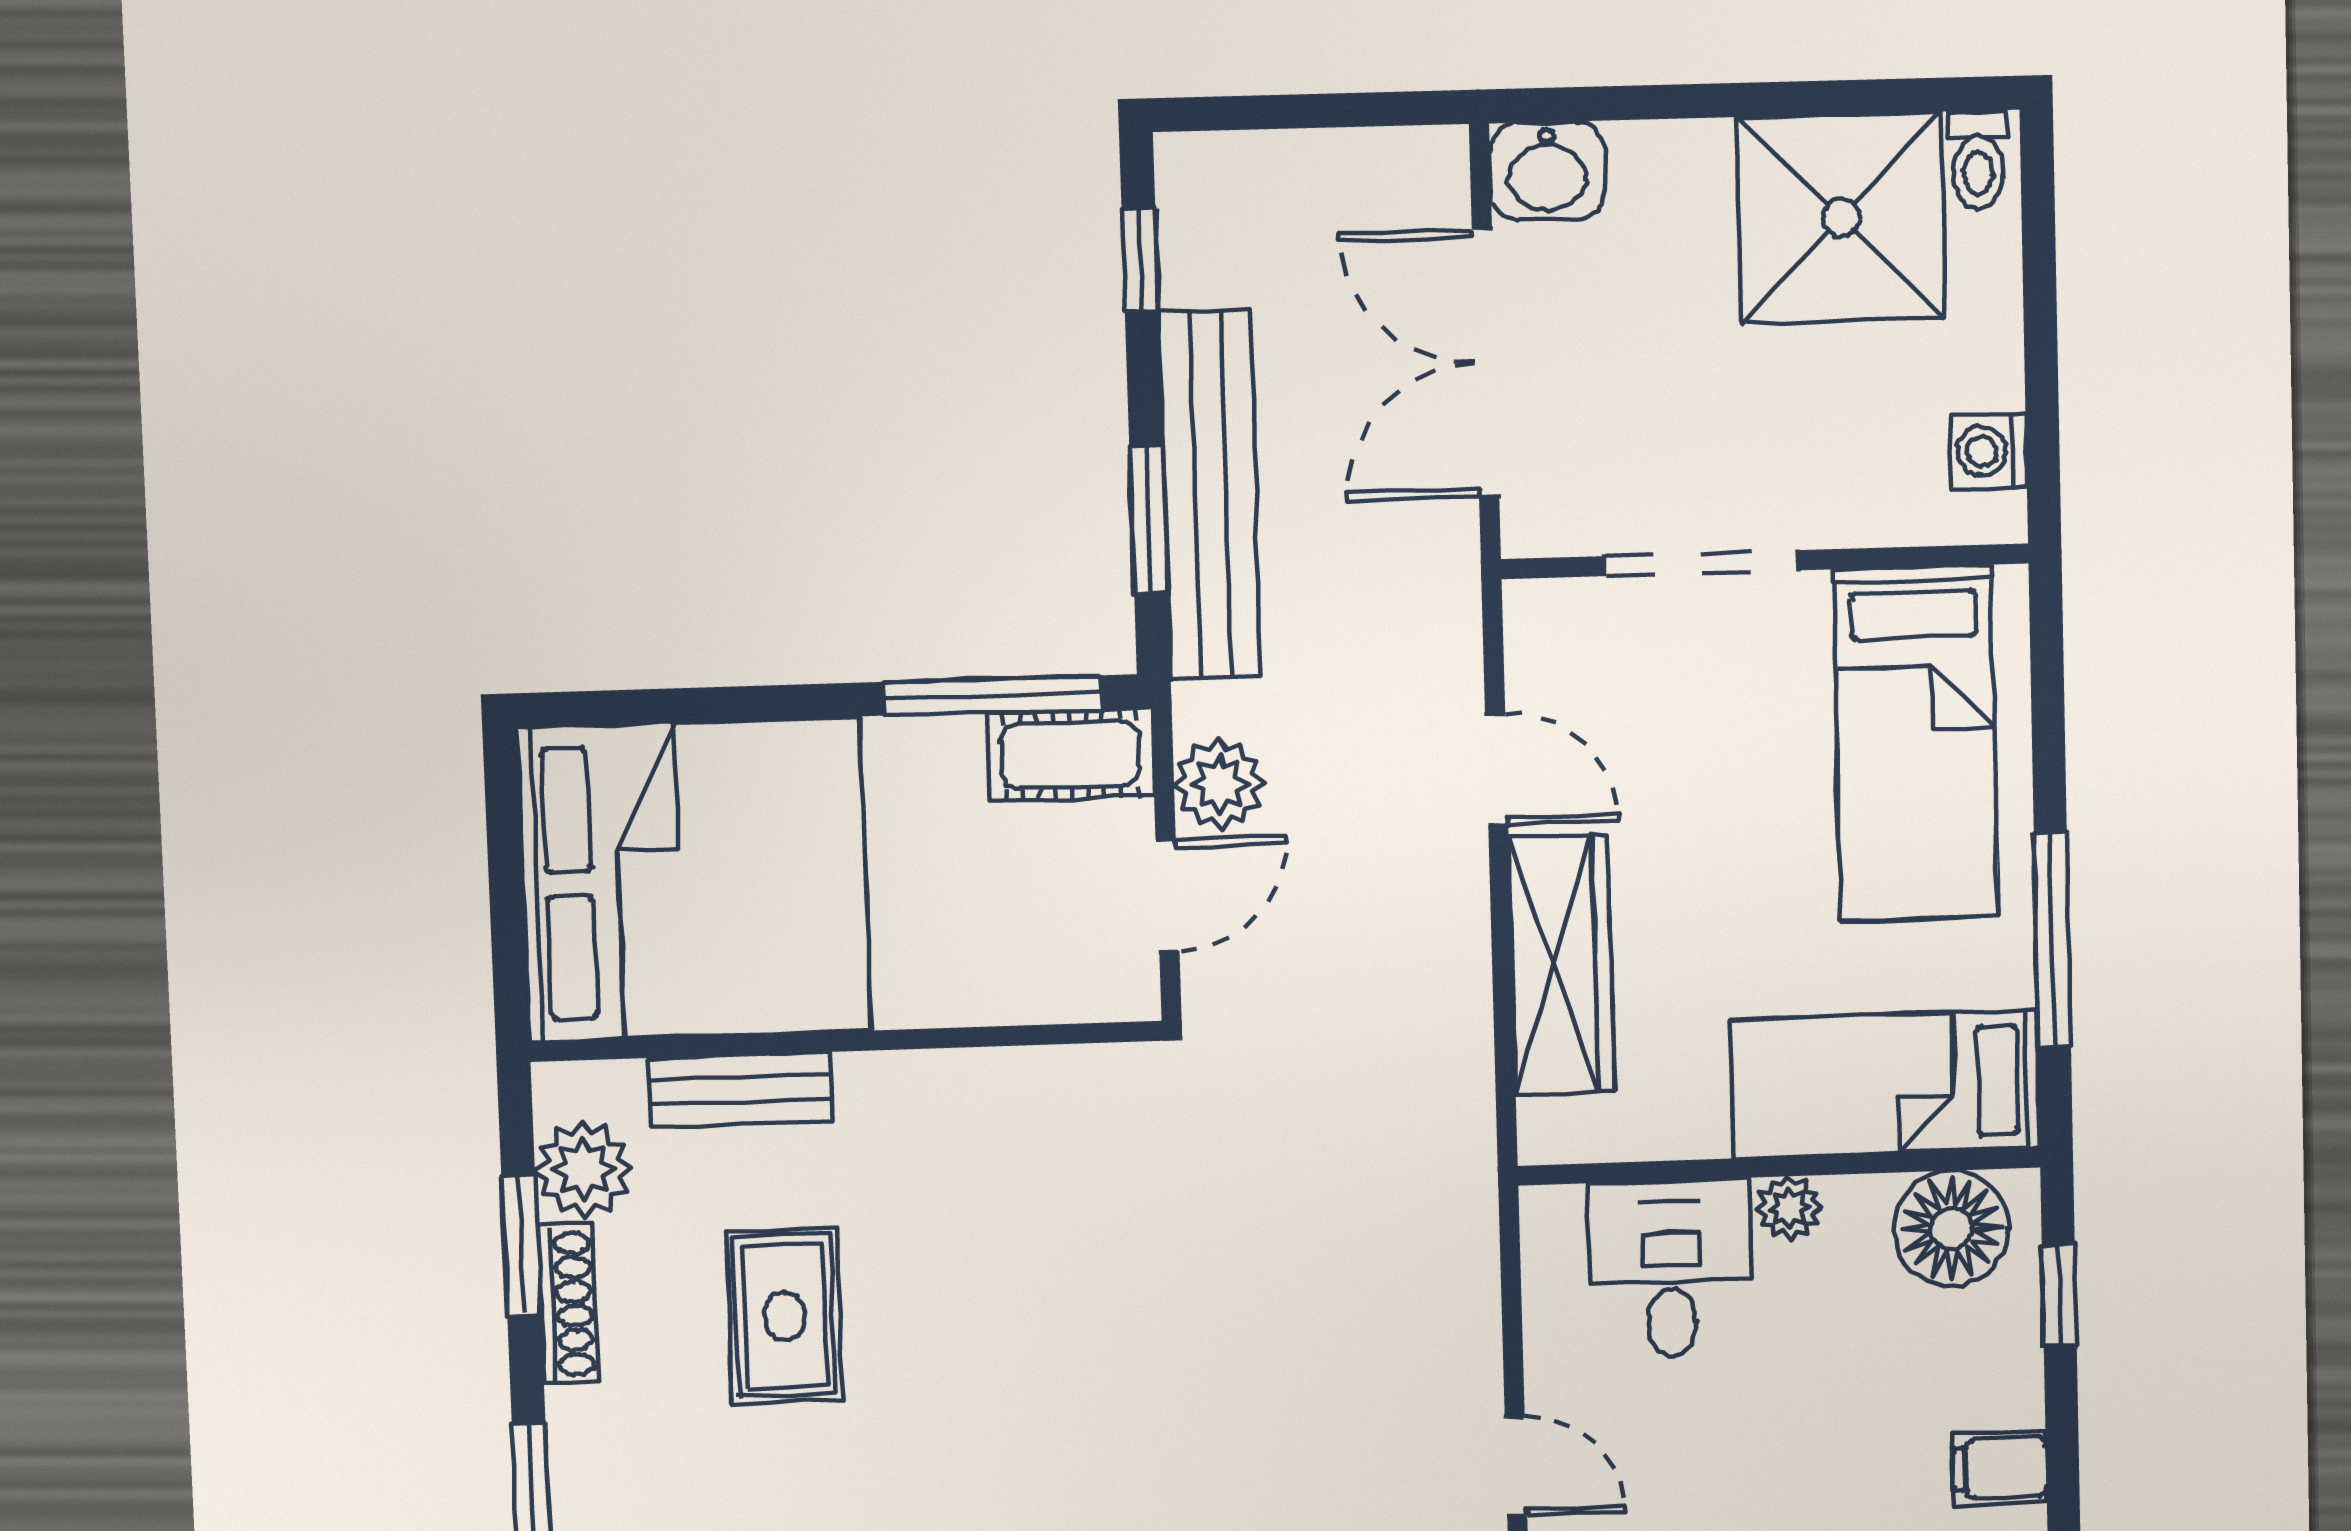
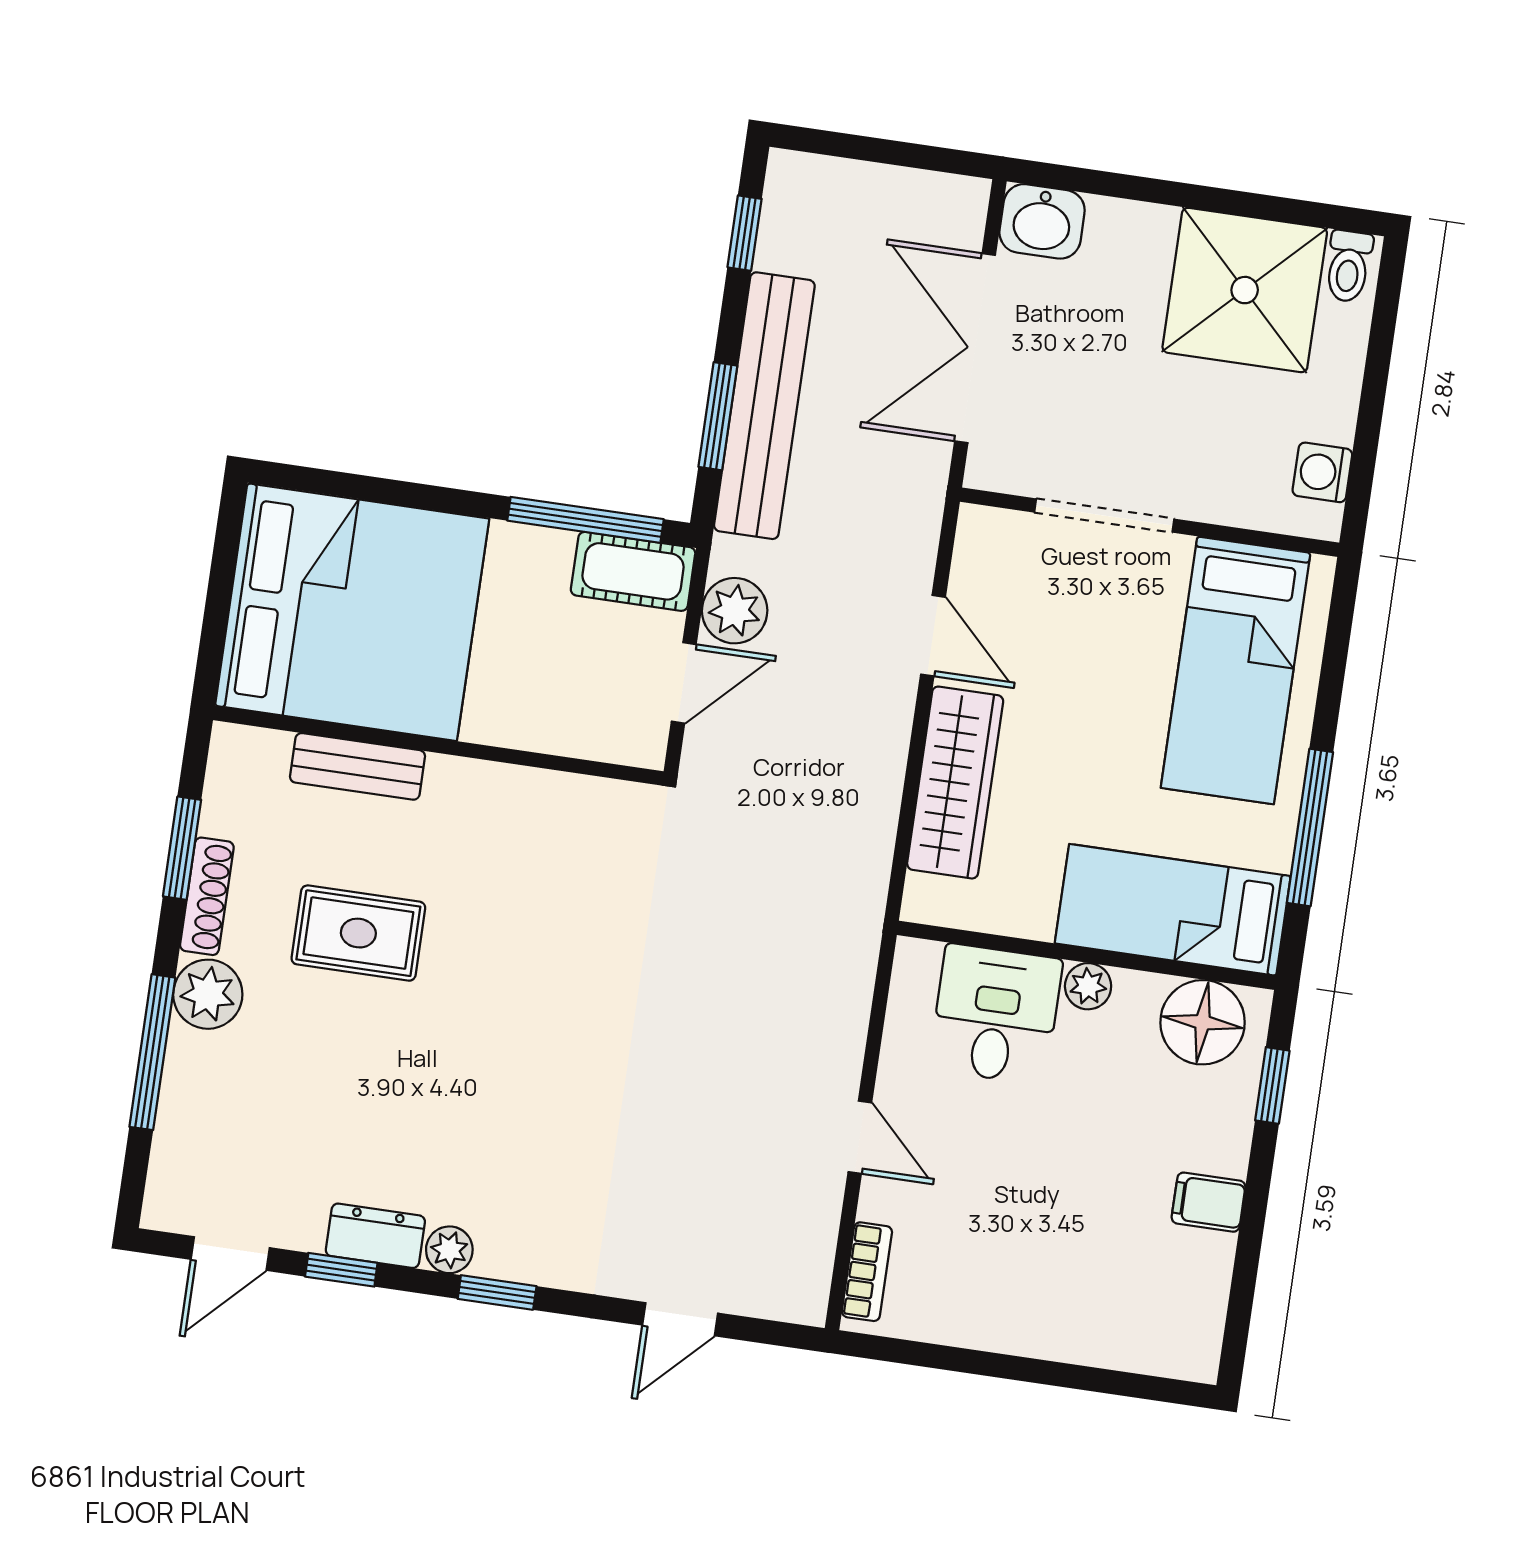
plant: (583, 1169) -> (208, 994), moved
rug: (785, 1316) -> (358, 933), turned 90

